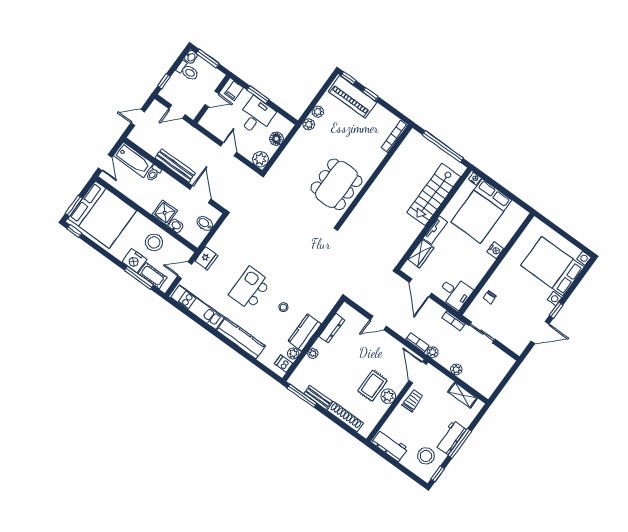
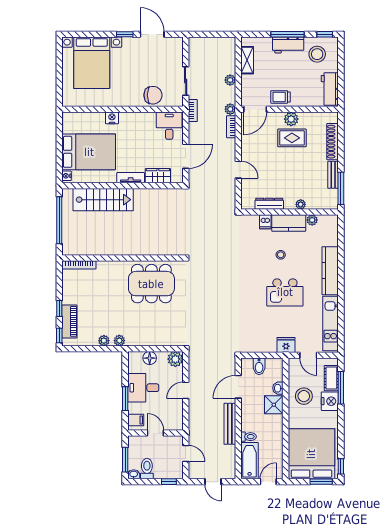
piano: (352, 97) -> (69, 321), width x0.73, depth x0.75
chair: (490, 297) -> (153, 95), width x1.87, depth x1.87
dishwasher: (284, 364) -> (265, 222), moved

